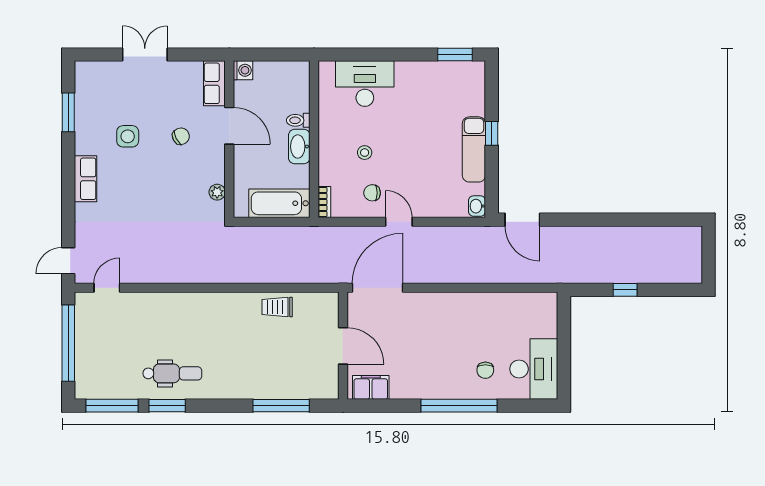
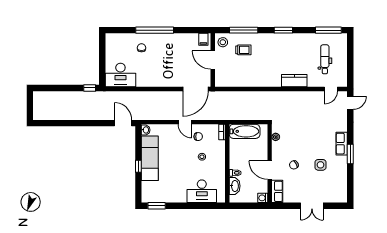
window: (68, 112) -> (350, 154), moved
washbasin: (299, 147) -> (235, 186), moved
exam couch: (474, 149) -> (150, 158), width x1.36, depth x1.45
window: (625, 290) -> (90, 88), moved
kitchen counter: (180, 305) -> (294, 81), added
trolley: (277, 307) -> (243, 50), moved
window: (68, 343) -> (350, 61), removed
desk: (534, 369) -> (120, 75), moved, turned -90
dental chair: (172, 373) -> (325, 59), moved, turned 90
stool: (323, 381) -> (223, 42), added
filing cabinet: (371, 387) -> (203, 39), width x0.50
window: (167, 406) -> (283, 30), moved

